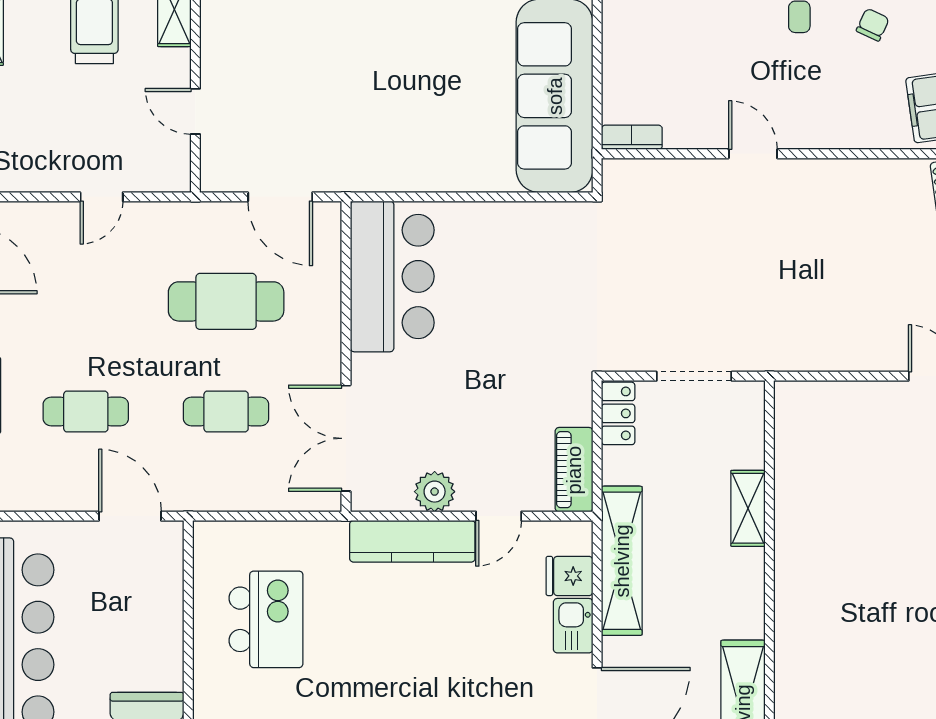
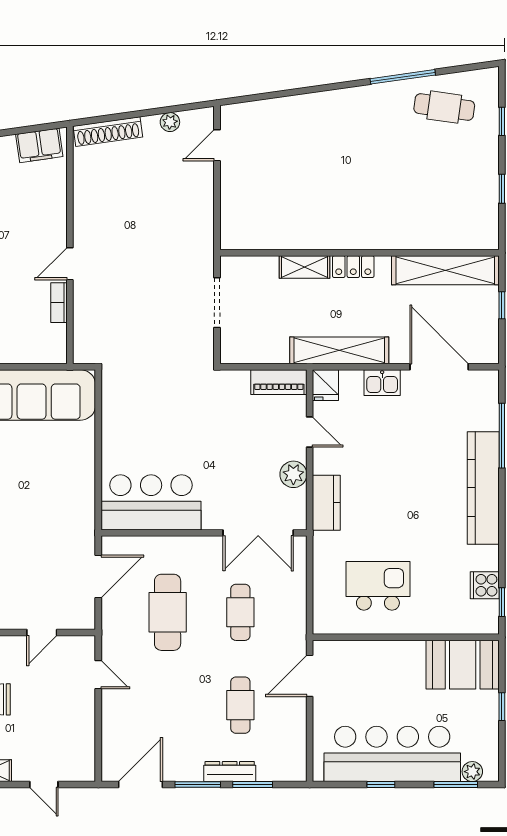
bookcase: (632, 137) -> (59, 303), moved
door: (102, 197) -> (98, 675), moved
locker: (618, 413) -> (353, 267), moved, turned 180
kitchen counter: (412, 541) -> (326, 503), width x0.67
fridge: (569, 576) -> (325, 385), moved

